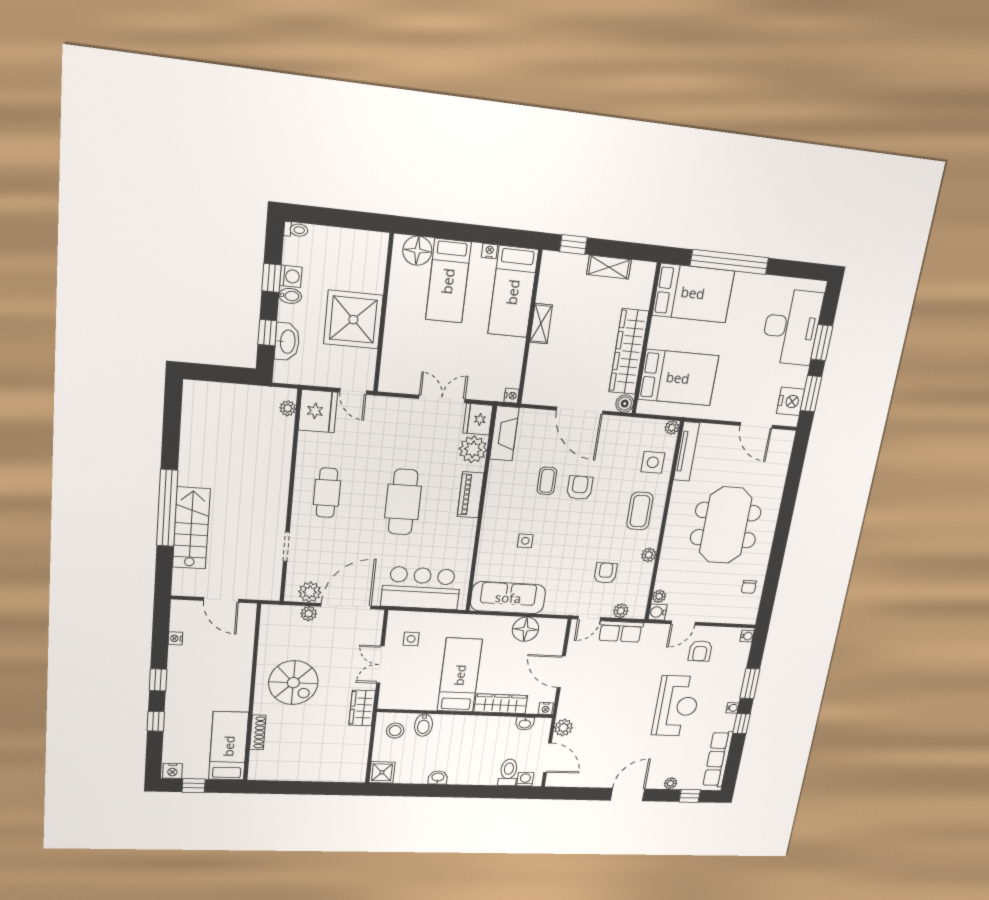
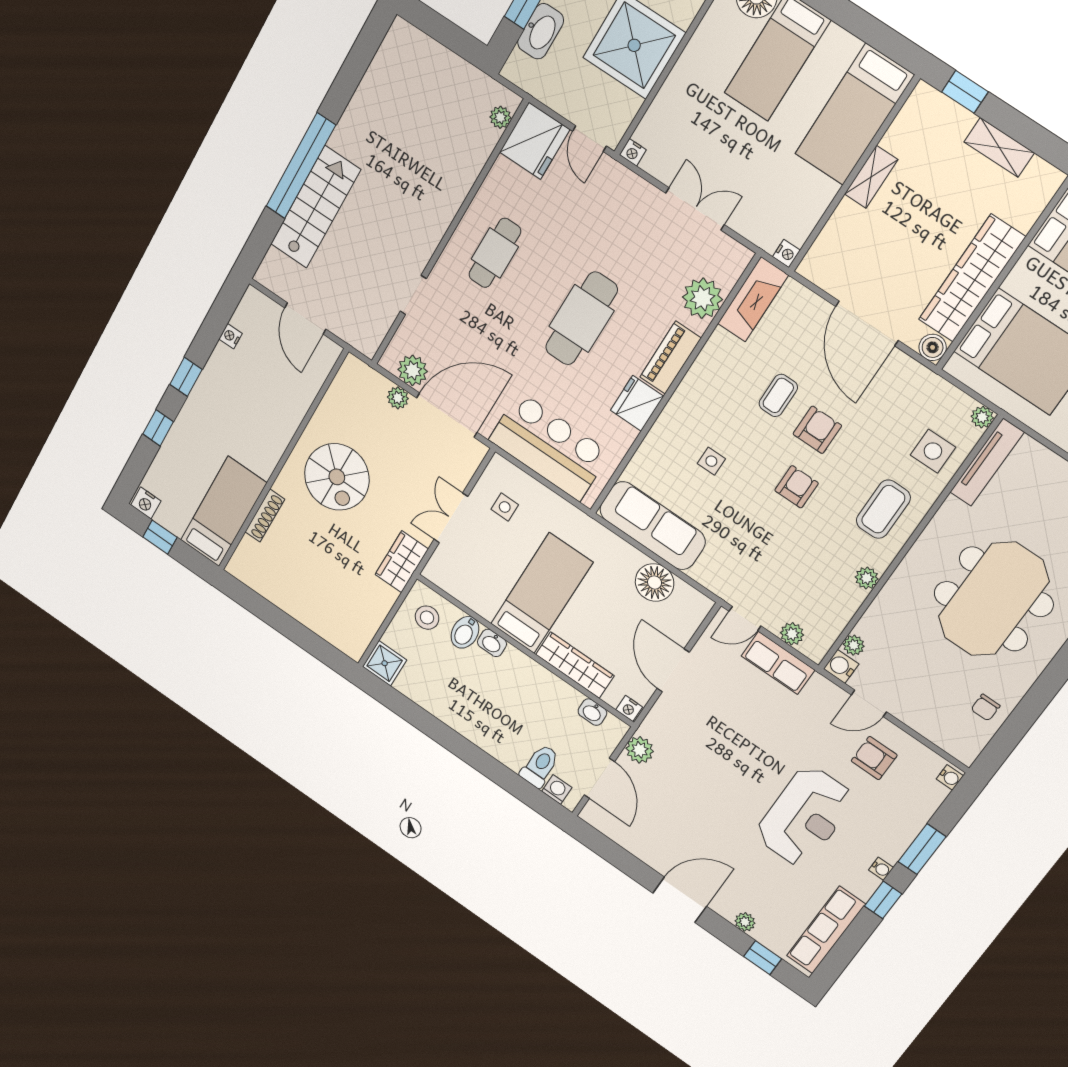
nightstand: (490, 251) -> (633, 152), moved, turned 180
fridge: (478, 419) -> (637, 403), moved
armchair: (606, 573) -> (797, 487), moved
armchair: (700, 651) -> (874, 758), turned 90
washbasin: (438, 777) -> (492, 643), moved, turned 180

